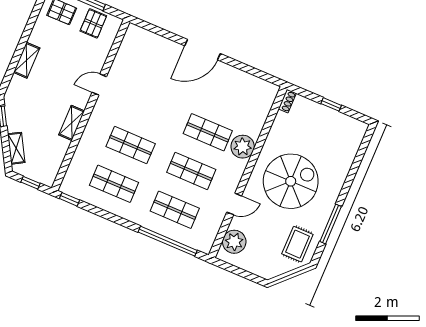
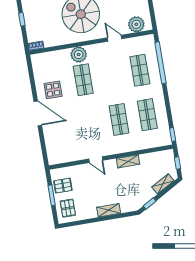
display table: (219, 87) -> (53, 90), added
shop shelf: (191, 171) -> (111, 75), removed

